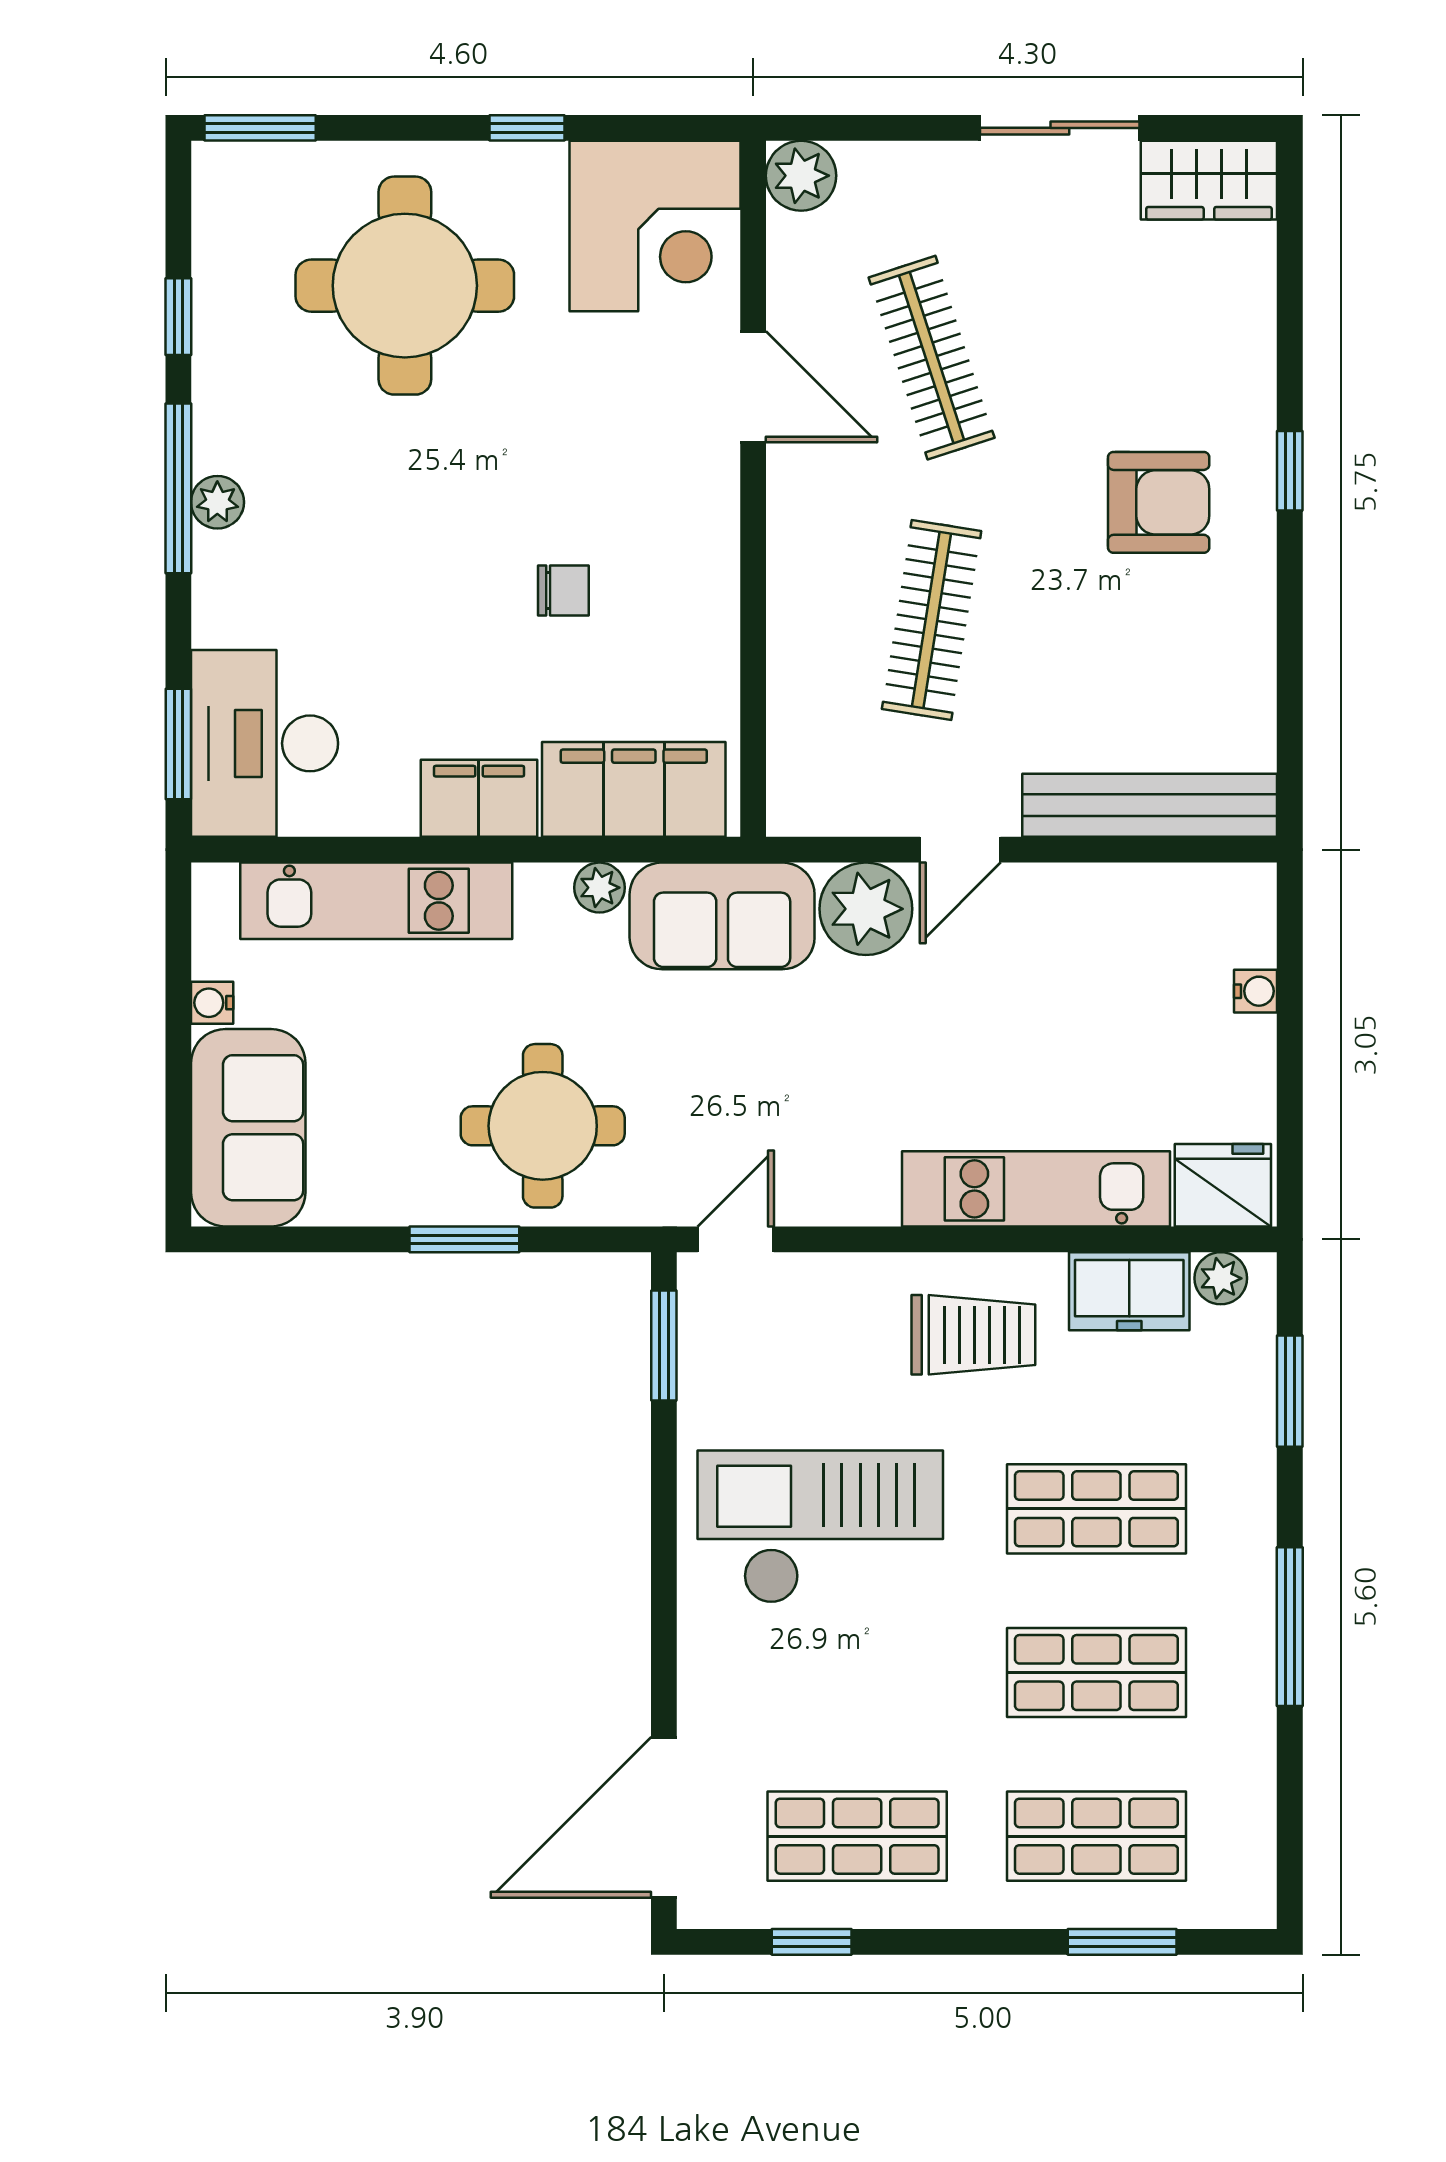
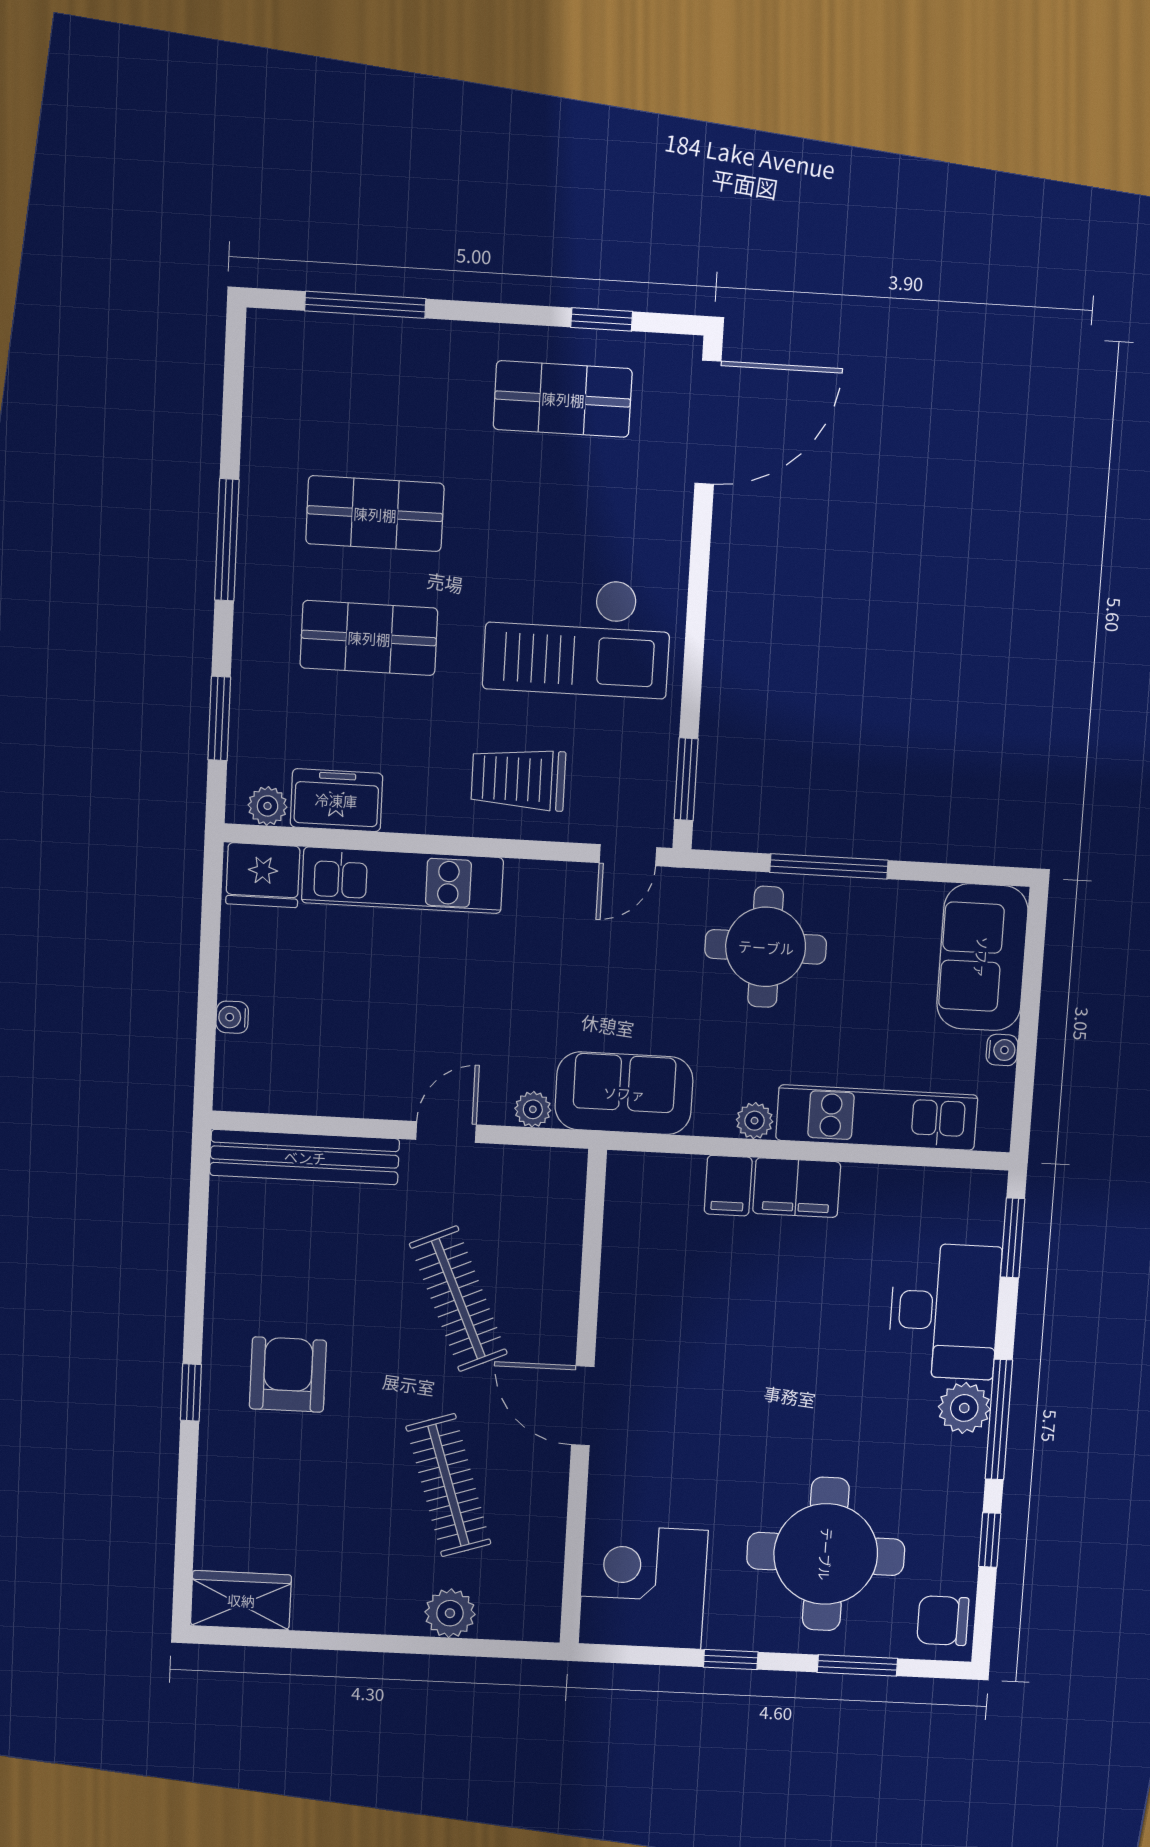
window: (260, 128) -> (857, 1665), moved
sliding door: (1060, 128) -> (347, 1642), removed
plant: (801, 176) -> (450, 1613), moved
door: (753, 387) -> (583, 1406), moved
plant: (217, 502) -> (964, 1408), width x1.38, depth x1.38
armchair: (1159, 502) -> (288, 1375), turned 90
chair: (563, 591) -> (943, 1621), moved, width x1.37, depth x1.37
clothes rail: (932, 620) -> (458, 1299), turned -33
desk: (265, 743) -> (944, 1311), moved
filing cabinet: (634, 789) -> (728, 1186), width x0.33, depth x0.86
plant: (599, 888) -> (755, 1121), moved
plant: (866, 909) -> (533, 1109), width x0.53, depth x0.53
window: (464, 1239) -> (829, 866), width x1.44
trolley: (973, 1335) -> (518, 779), moved
shop shelf: (1096, 1836) -> (381, 388), removed
window: (1122, 1942) -> (365, 305), width x1.44

